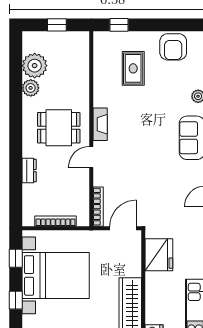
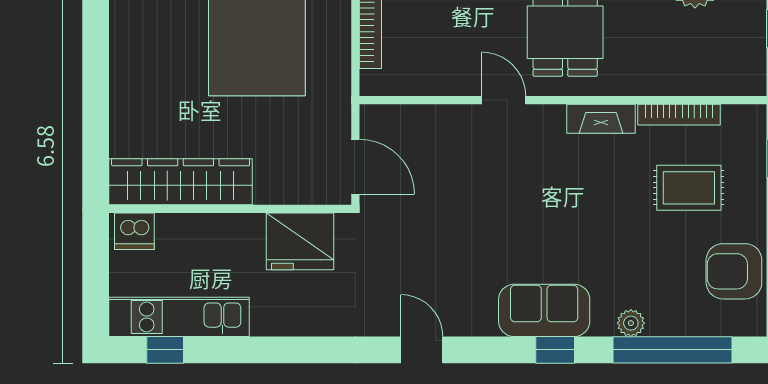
fireplace: (100, 124) -> (601, 119), moved
bookcase: (98, 207) -> (679, 115), moved

